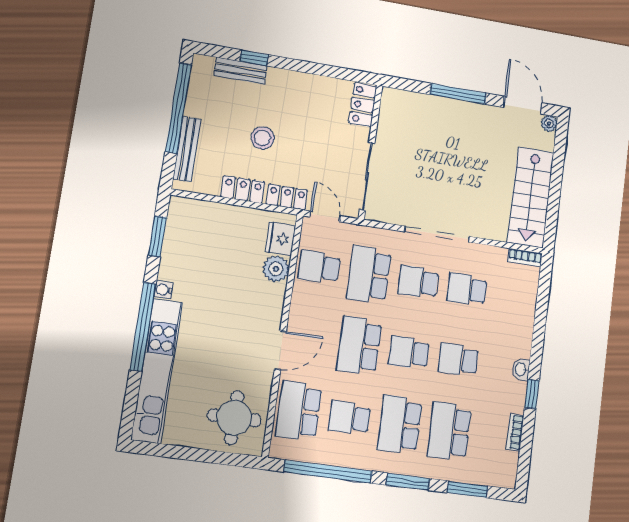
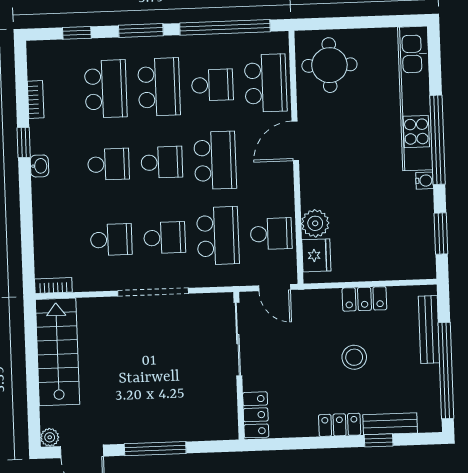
locker: (287, 197) -> (340, 425), moved, turned 180
window: (468, 489) -> (77, 33), width x0.67

